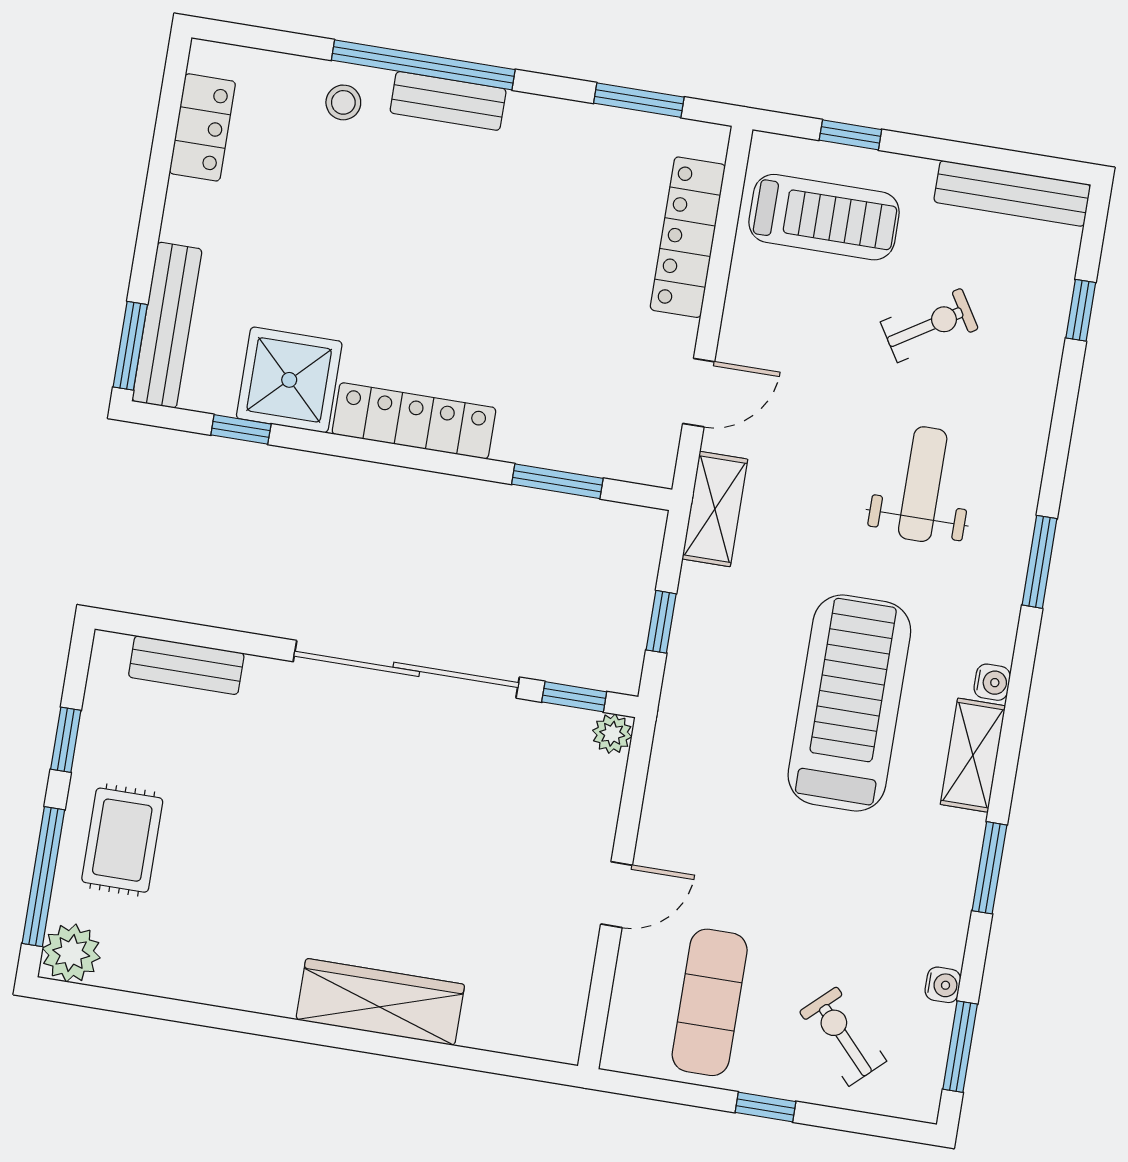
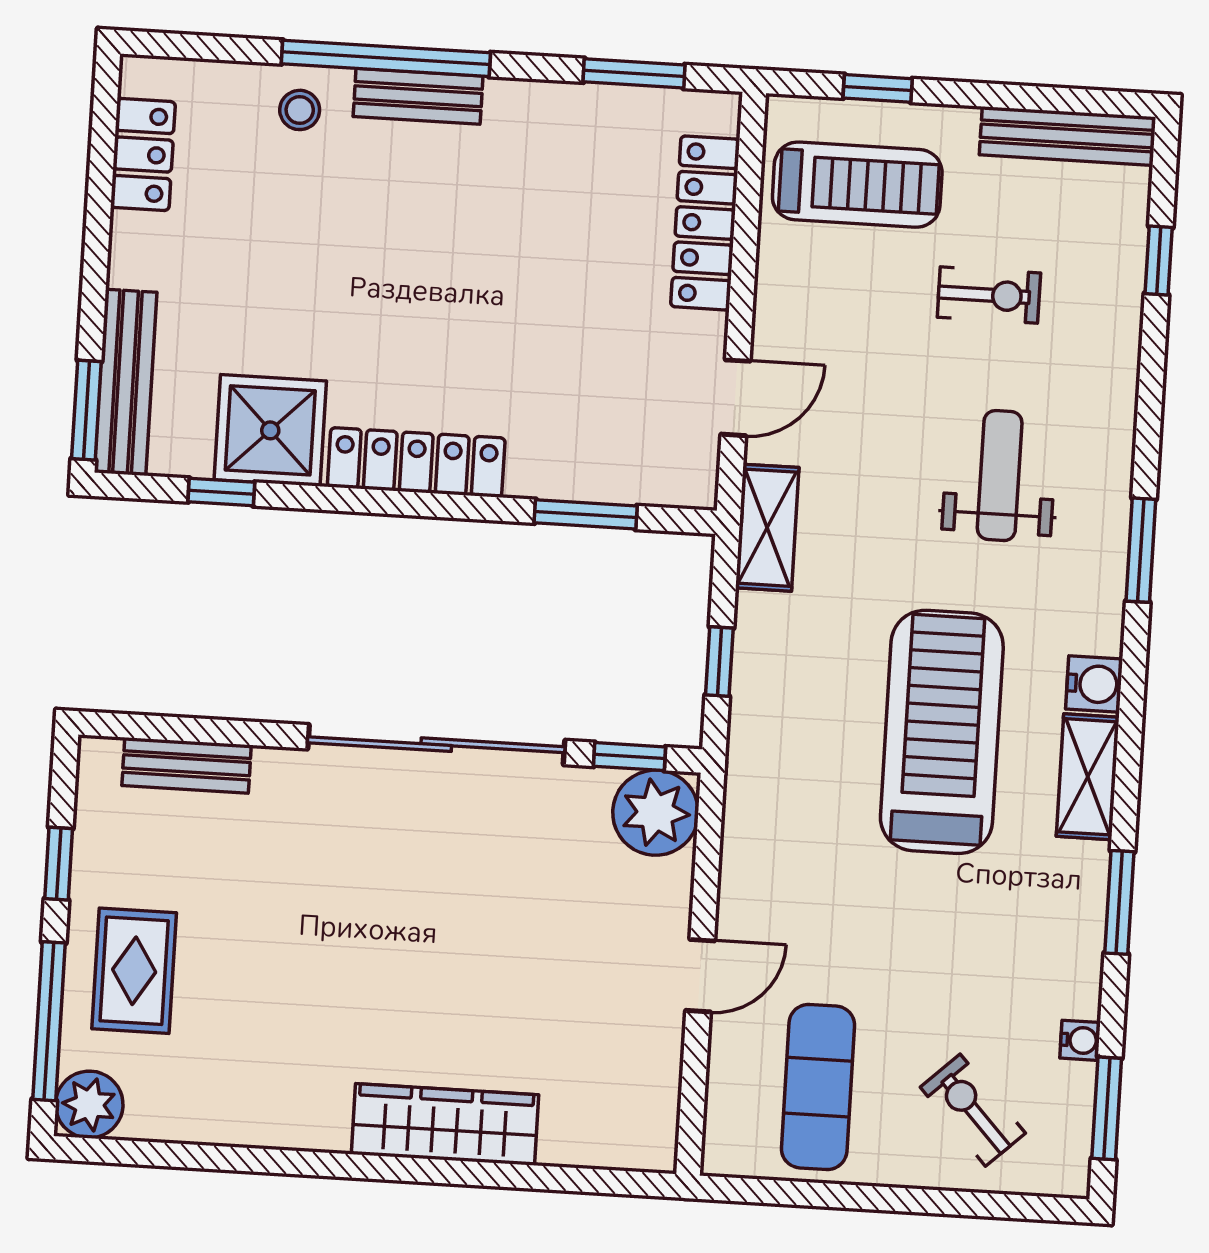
exercise bike: (929, 325) -> (989, 295), turned 32
water cooler: (992, 682) -> (1094, 684), width x1.38, depth x1.38
plant: (612, 734) -> (656, 813), width x1.88, depth x1.88
window: (765, 1107) -> (893, 1199), removed

